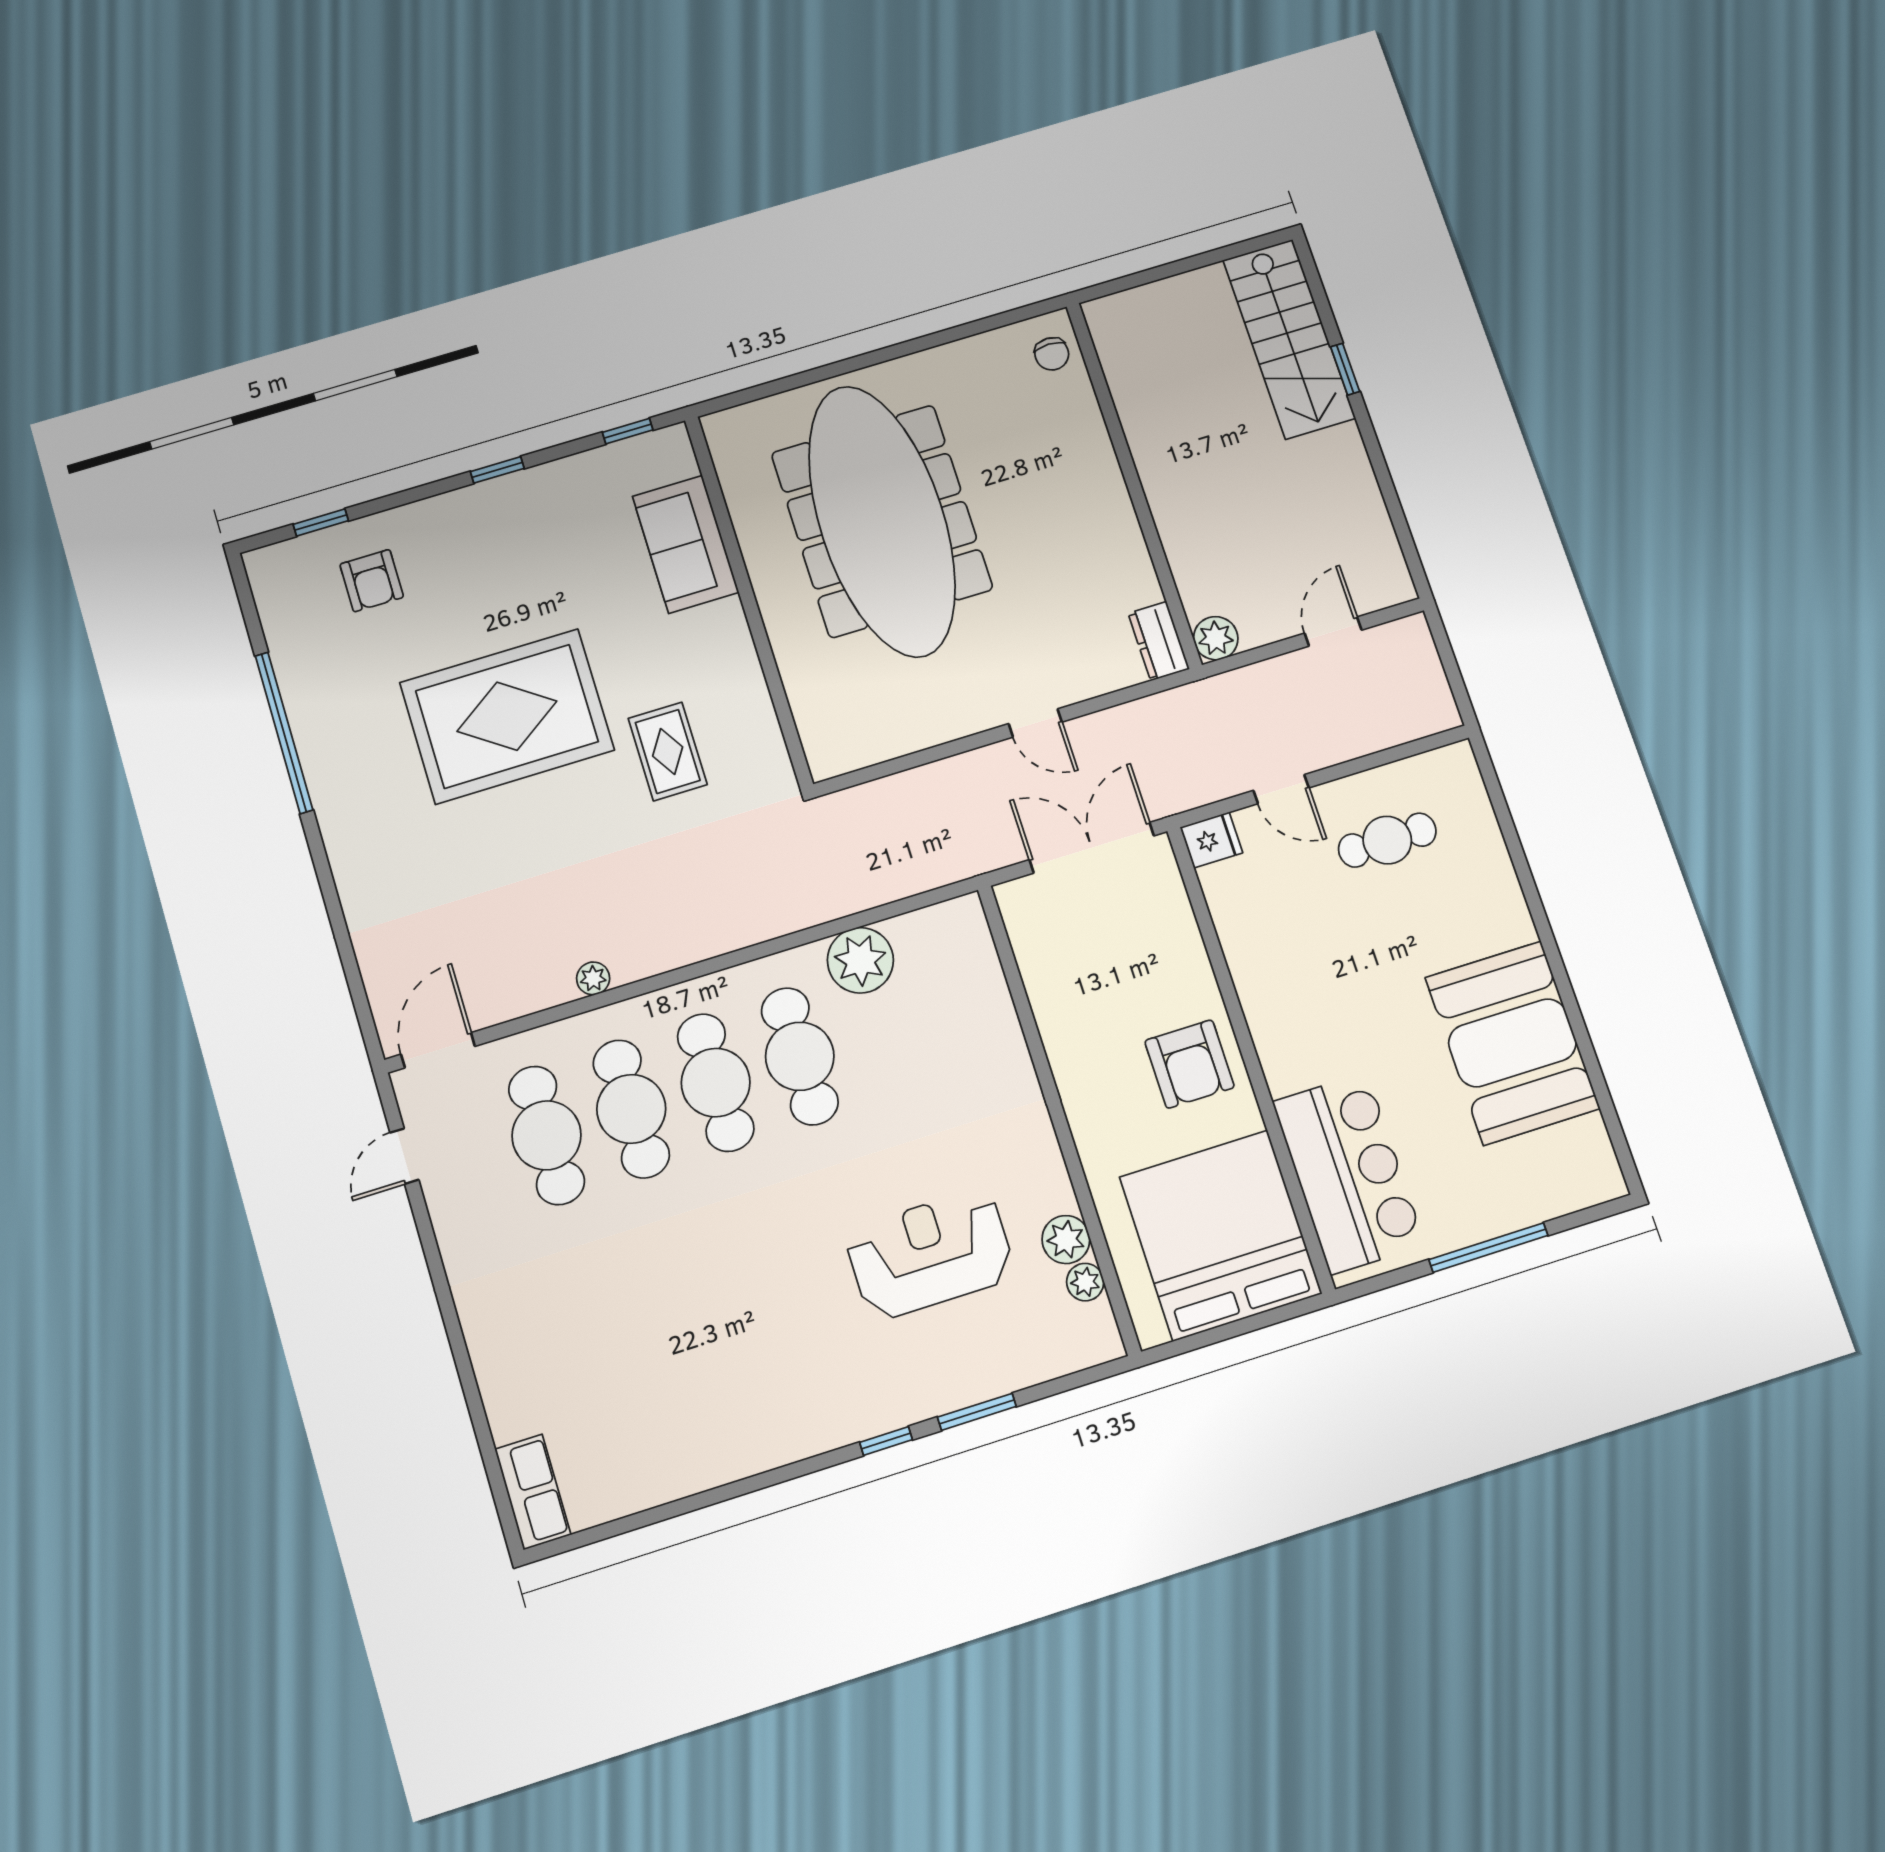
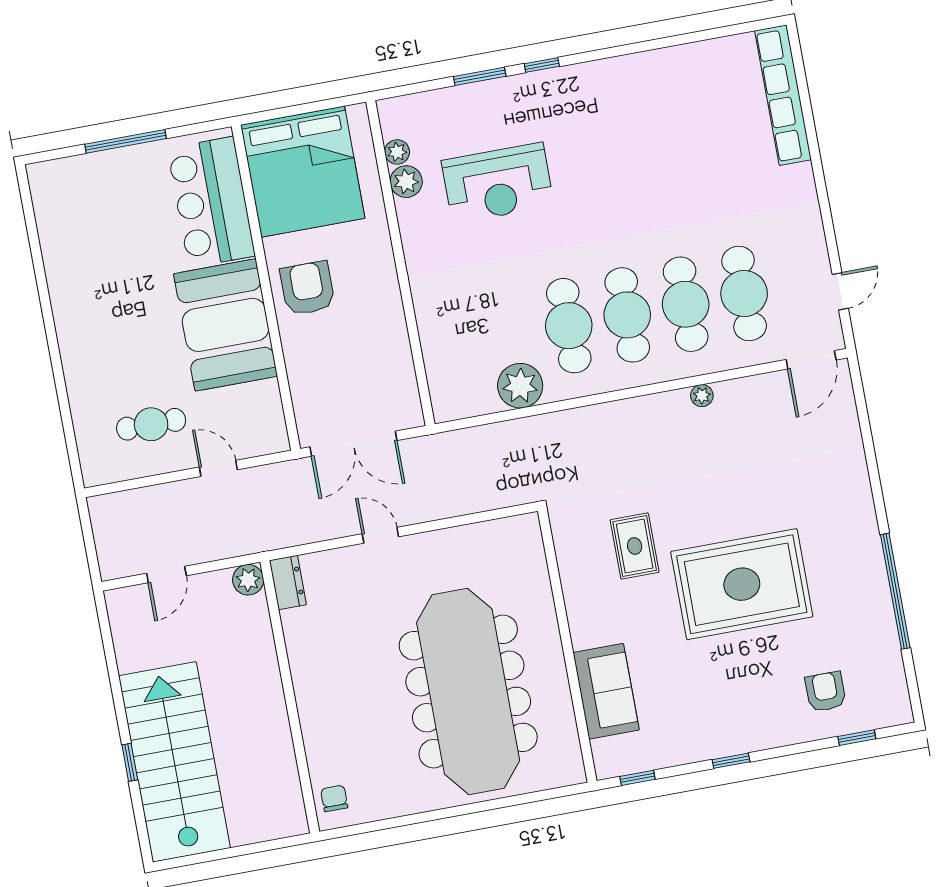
stairs: (1289, 339) -> (174, 762), width x1.36, depth x1.51
fridge: (1211, 840) -> (271, 439), removed
booth: (1512, 1043) -> (226, 325), moved
row of seats: (533, 1492) -> (783, 95), width x2.02

